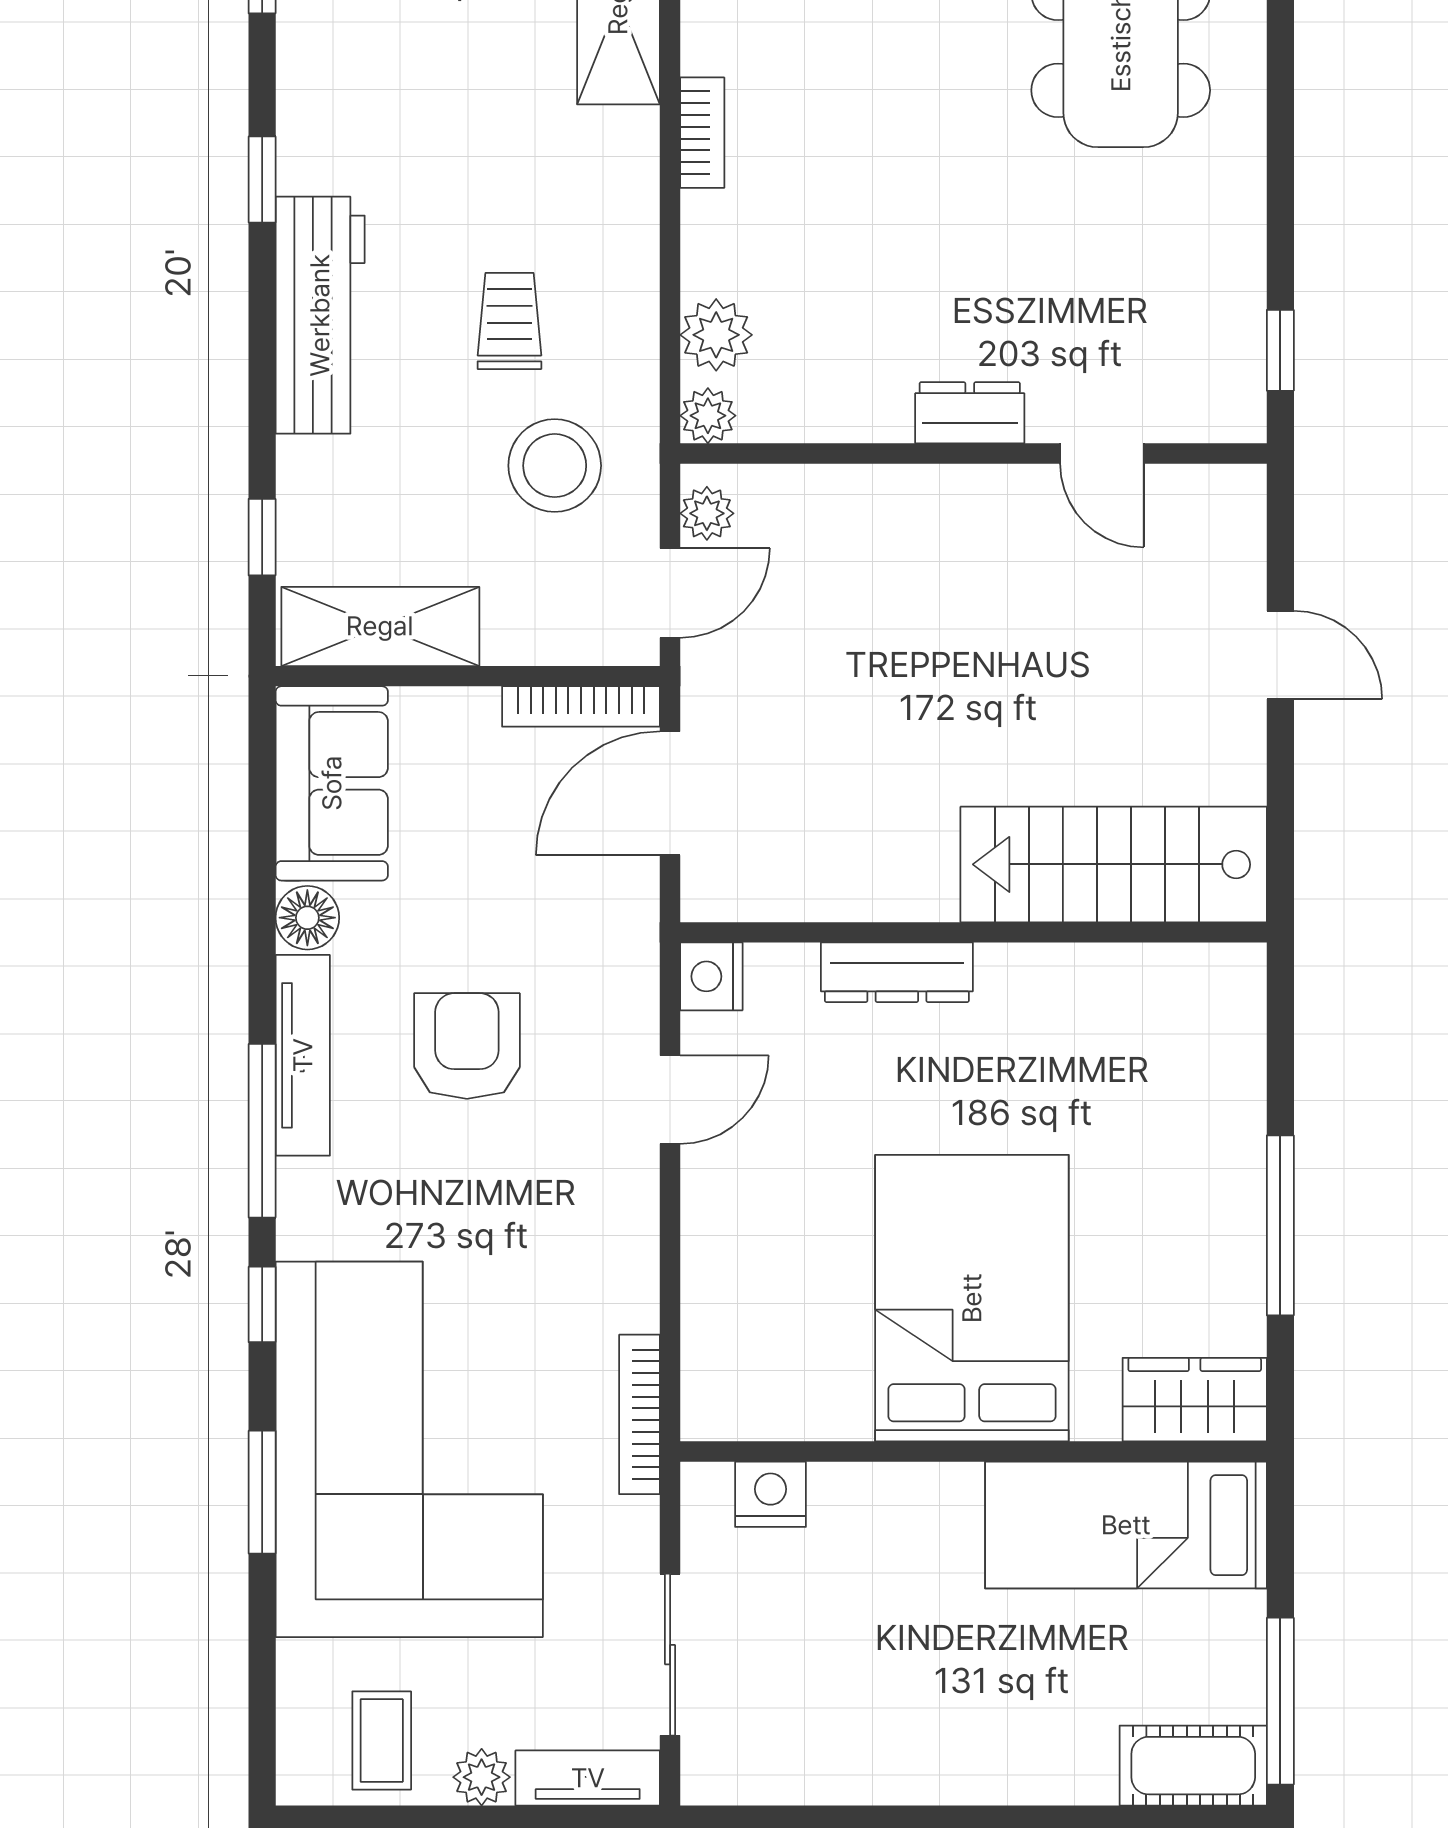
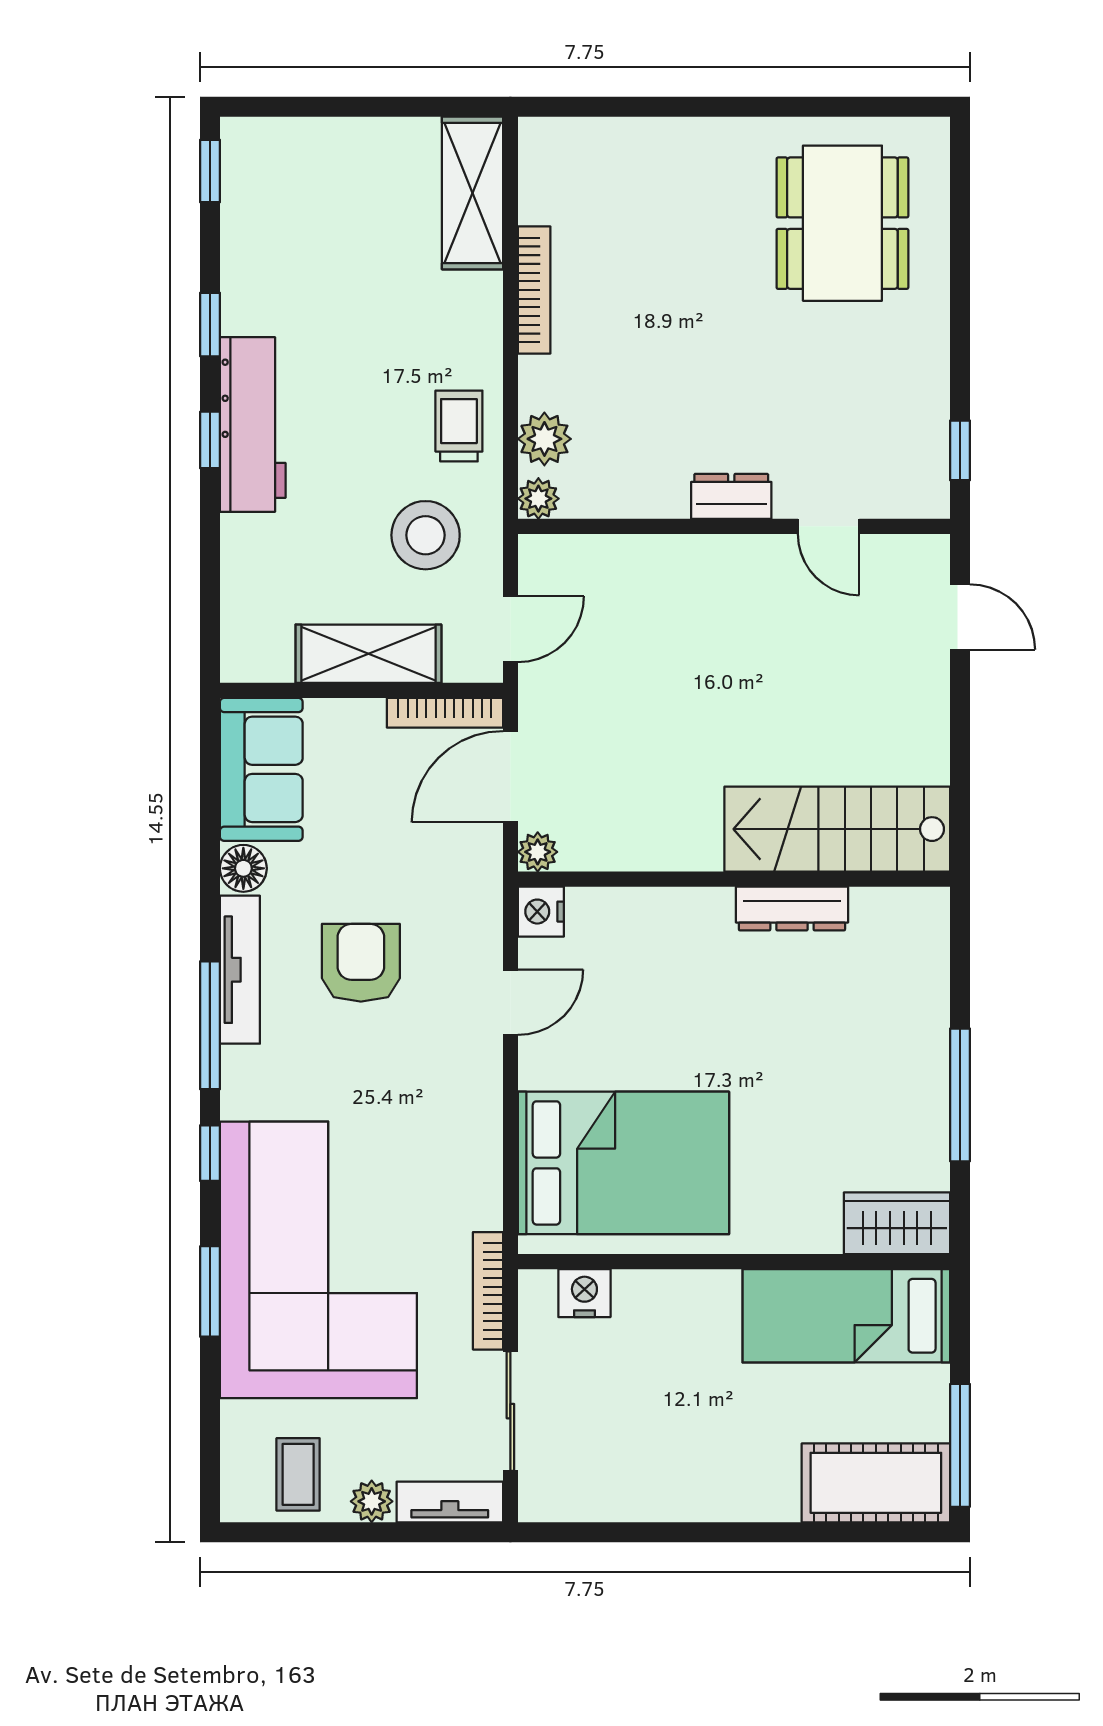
bookcase: (702, 133) -> (534, 290), width x1.56
trolley: (509, 321) -> (459, 426), moved
plant: (707, 513) -> (538, 852), moved
window: (262, 537) -> (210, 440), moved
shelving: (380, 626) -> (368, 654), moved
door: (1280, 655) -> (960, 617), moved
dresser: (897, 972) -> (792, 908), moved
bed: (972, 1298) -> (624, 1163), moved, turned 90
bookcase: (639, 1414) -> (488, 1291), moved
cot: (1193, 1766) -> (876, 1483), width x1.37, depth x1.34

